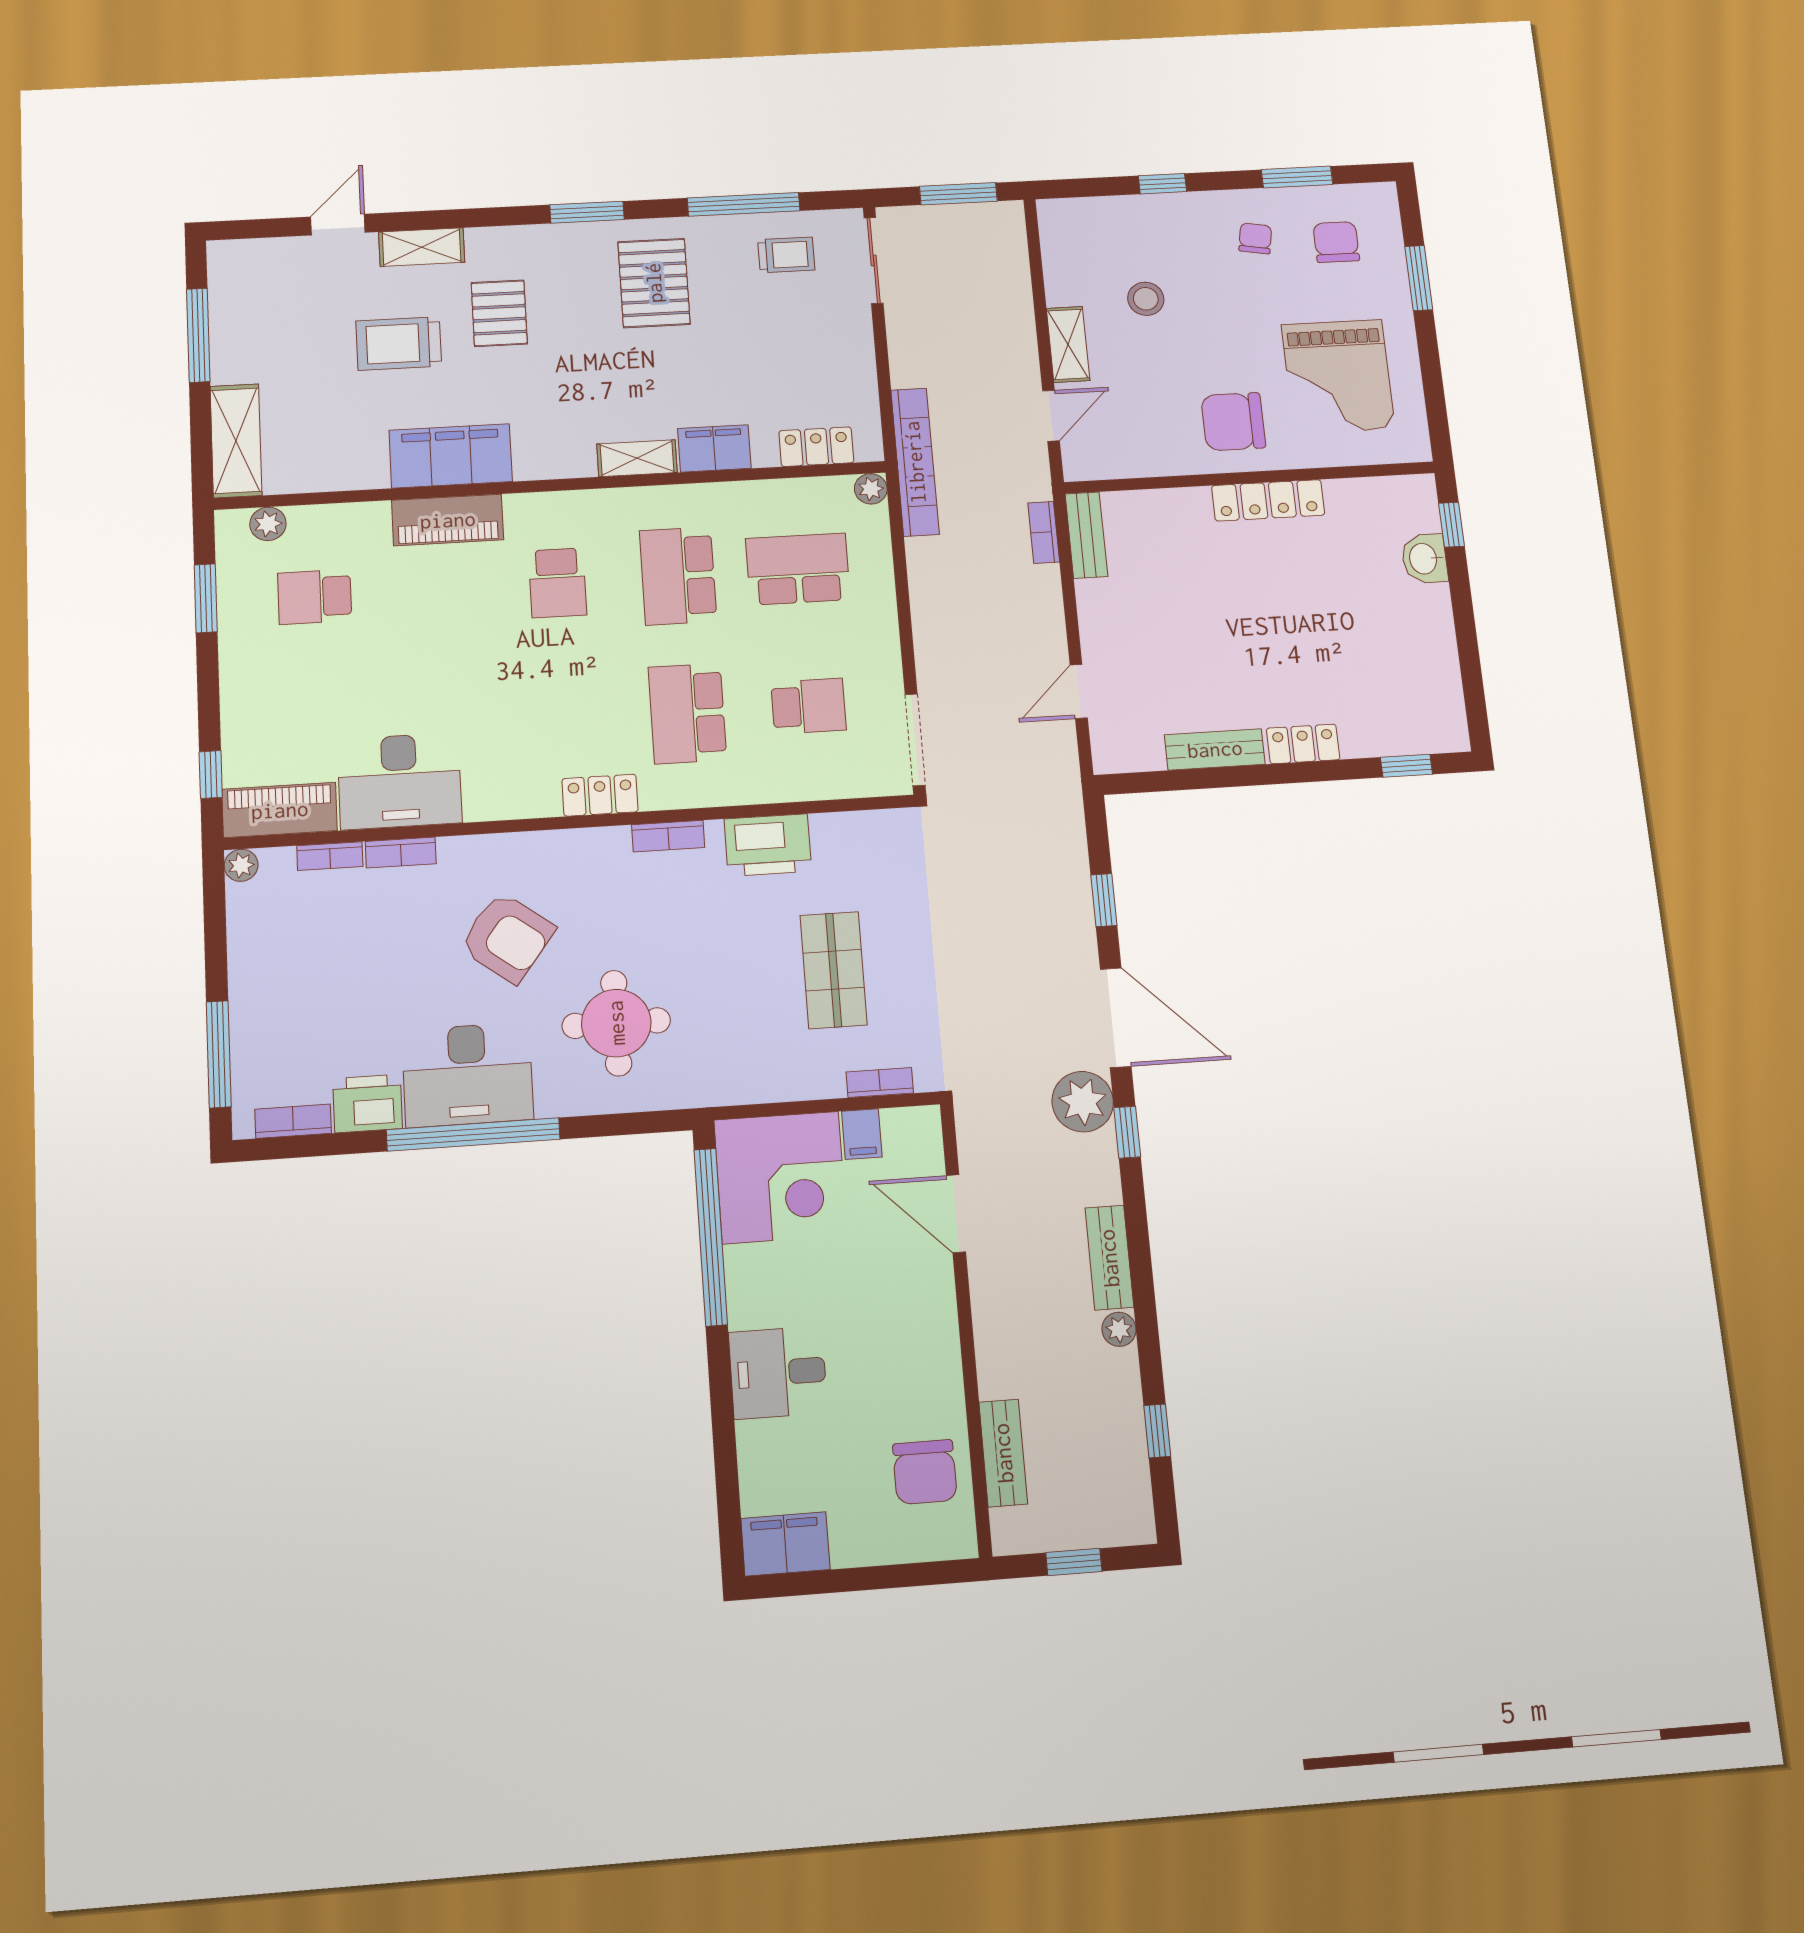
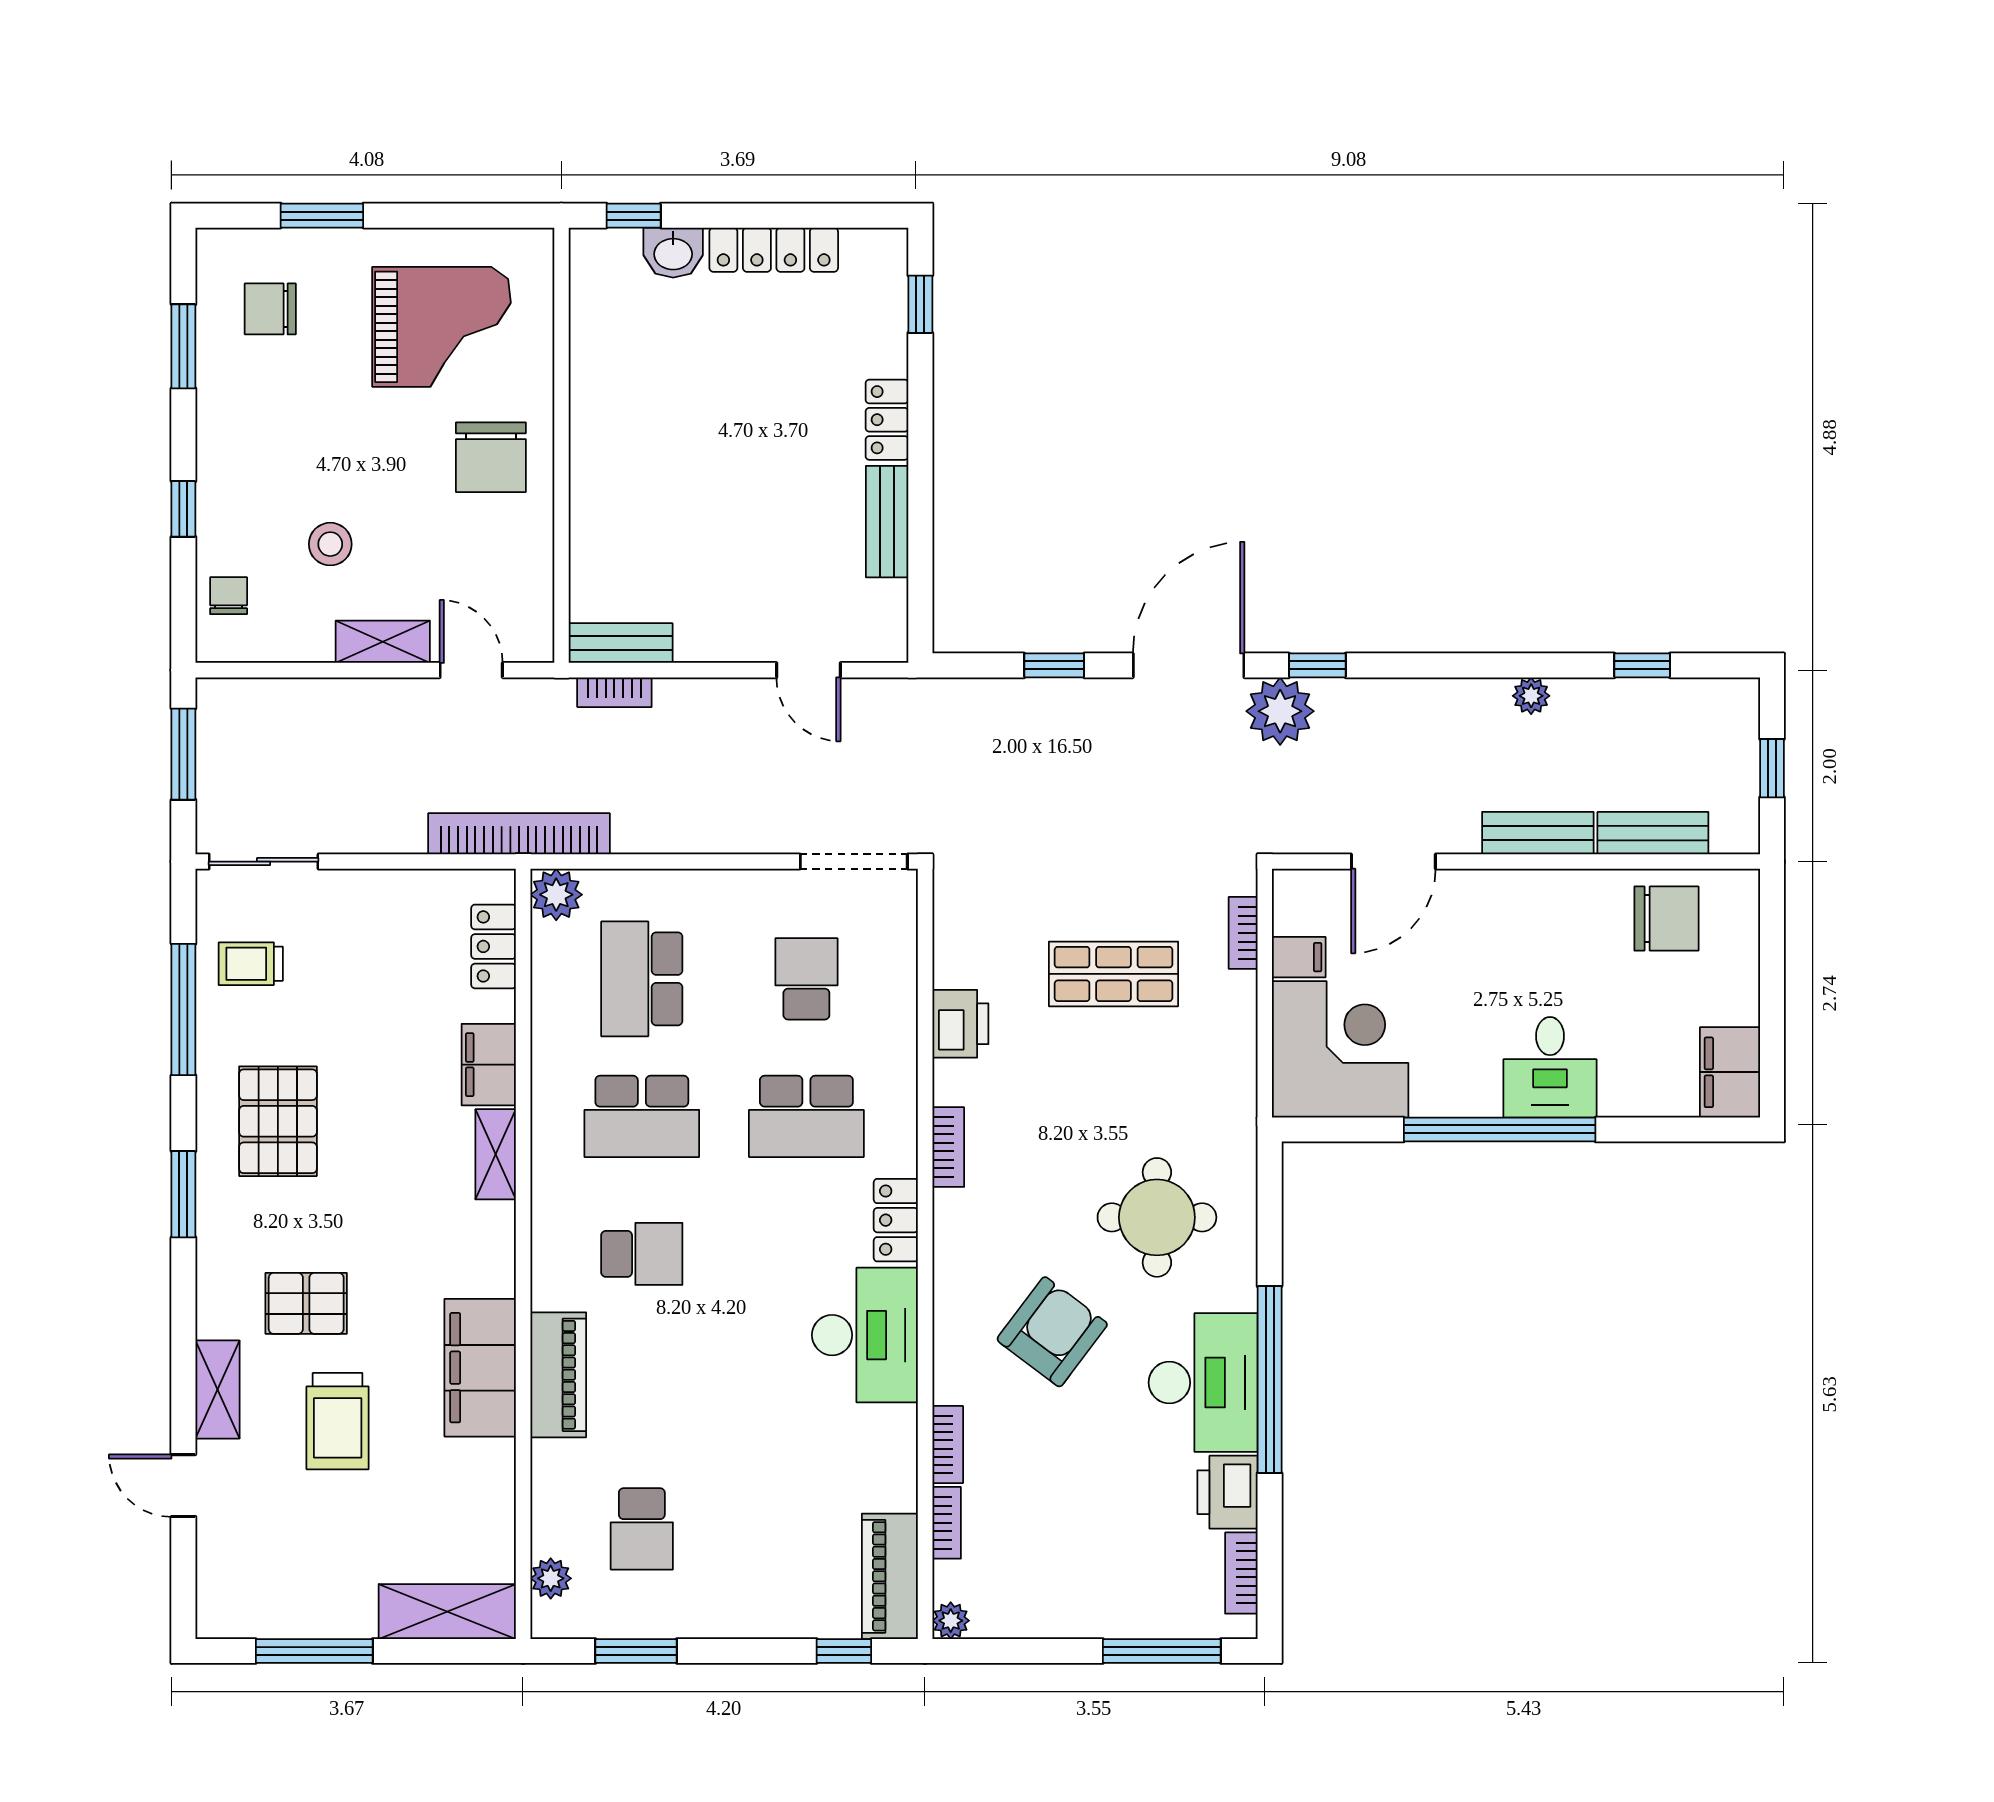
chair: (1255, 238) -> (229, 596), moved, turned 80
trolley: (786, 255) -> (251, 964), turned -90
pallet: (654, 283) -> (278, 1121), turned 90
plant: (871, 489) -> (556, 895), width x1.38, depth x1.38
locker: (1268, 500) -> (774, 250), moved, turned 90
desk: (400, 781) -> (865, 1335), moved
printer: (768, 845) -> (960, 1024), width x0.73, depth x0.84
window: (711, 1237) -> (1500, 1129), moved
bench: (1109, 1258) -> (1538, 833), moved

